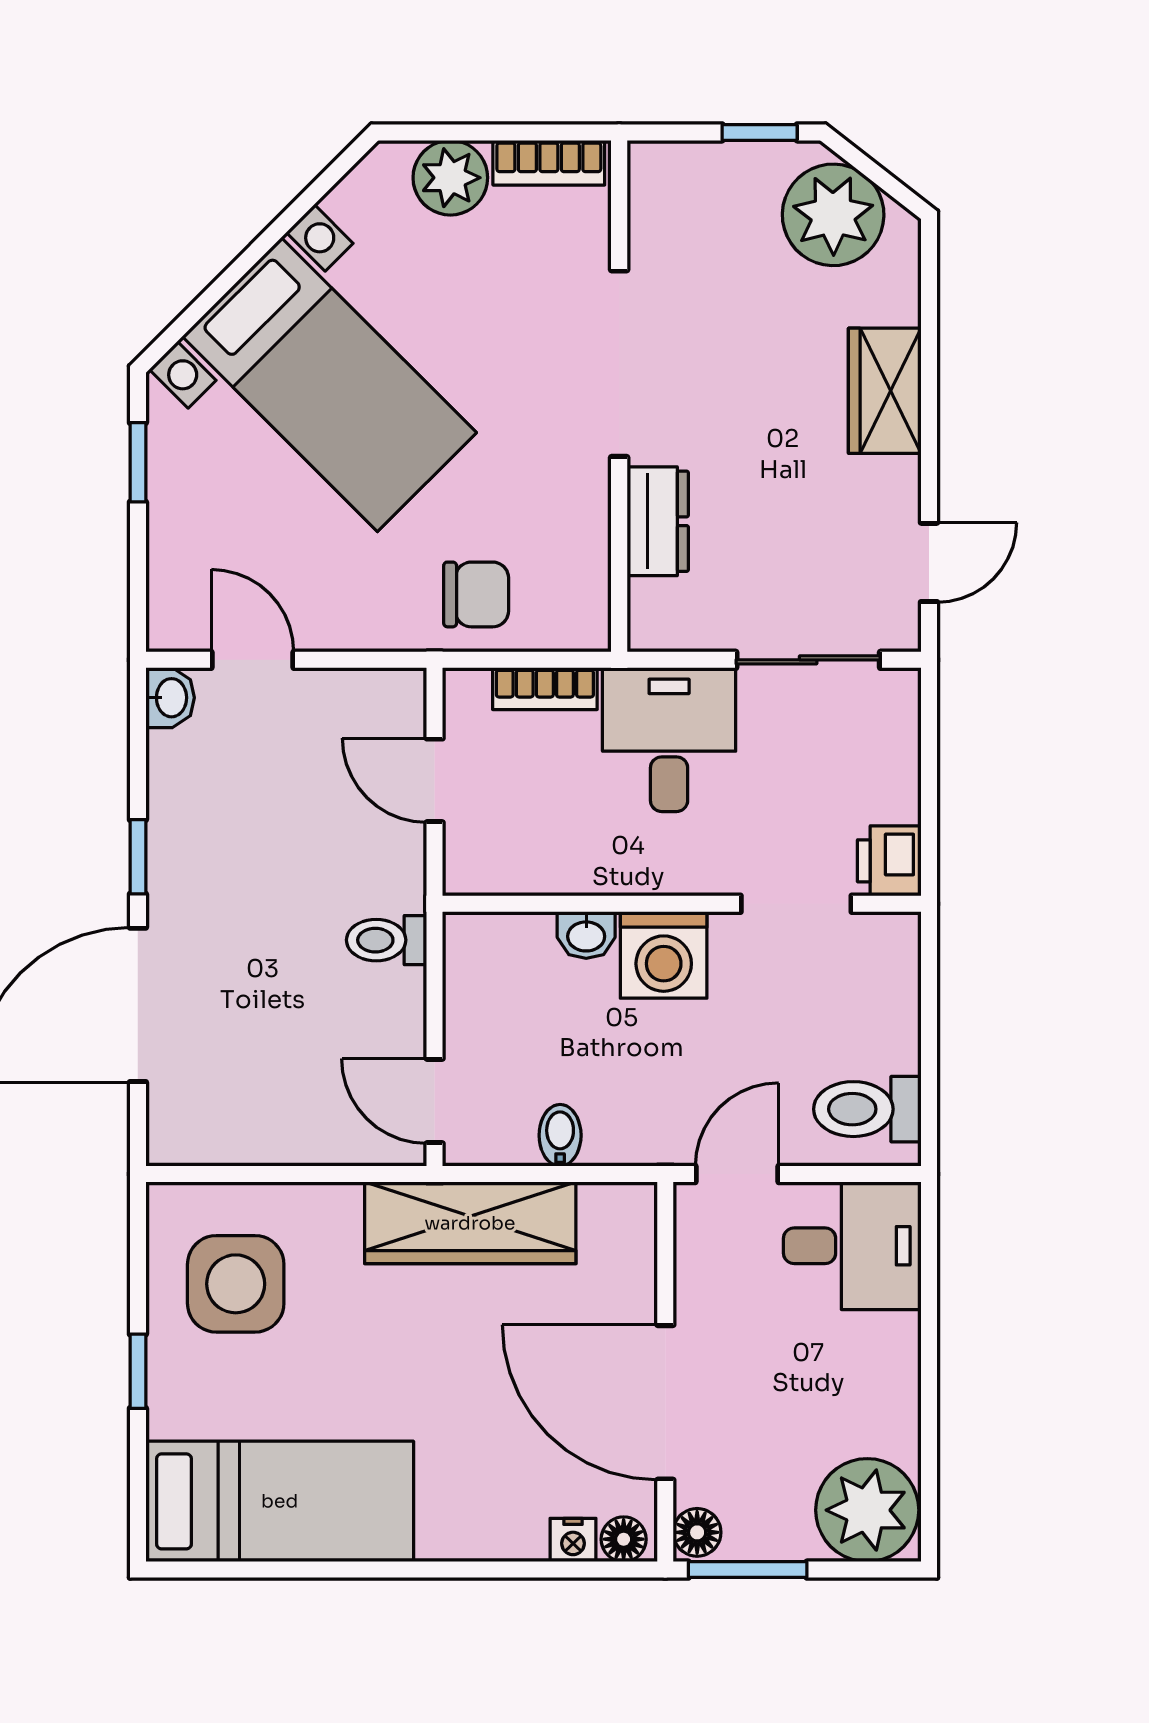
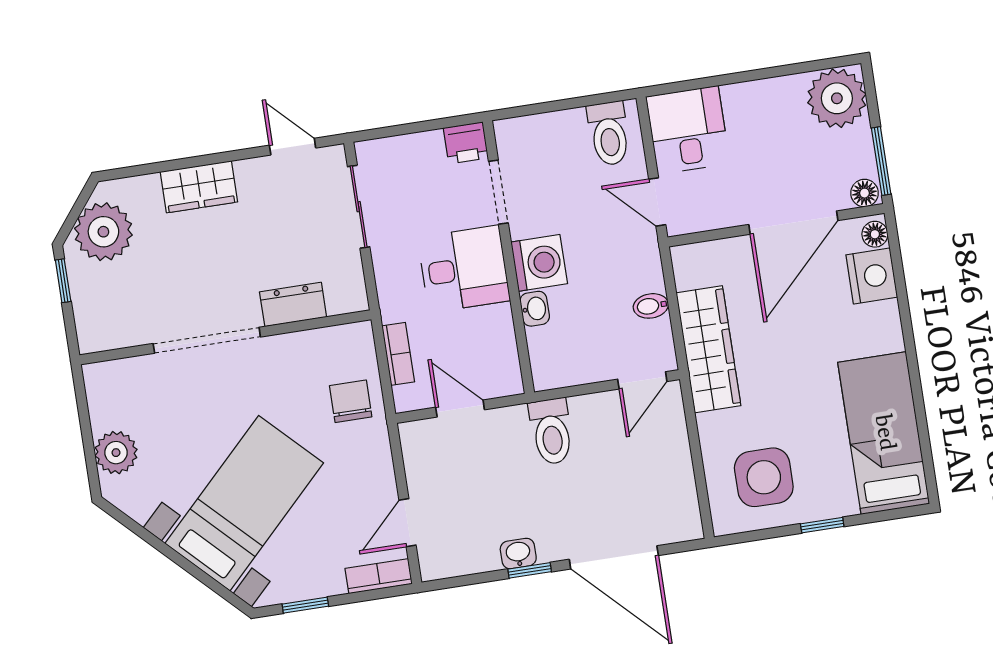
bookcase: (549, 163) -> (379, 576), moved, turned -90
washbasin: (170, 698) -> (518, 553), moved
desk: (669, 740) -> (464, 269), moved, turned 180
door: (435, 780) -> (460, 409), swing flipped
toilet: (387, 940) -> (551, 431), width x1.37, depth x1.39
nightstand: (573, 1540) -> (872, 276), width x1.89, depth x1.79

